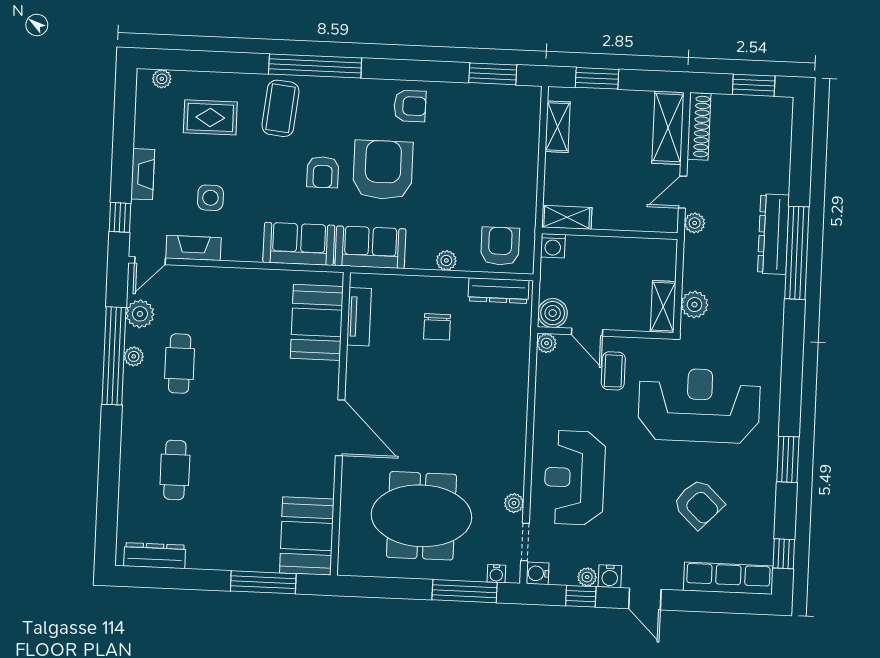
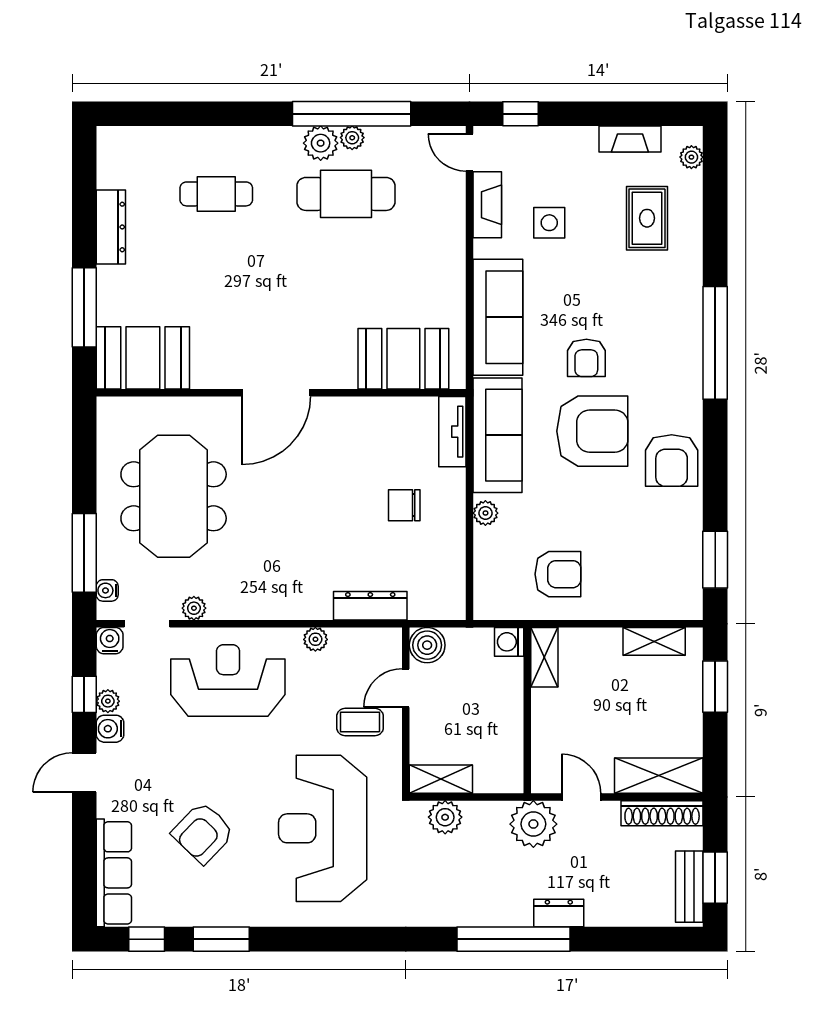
armchair: (410, 106) -> (672, 461), width x1.38, depth x1.38
bench: (760, 107) -> (689, 887), added
coffee table: (281, 108) -> (662, 303), removed
armchair: (323, 172) -> (586, 358), turned -90
fireplace: (143, 174) -> (630, 139), moved
plant: (695, 223) -> (533, 824), width x1.88, depth x1.88
dresser: (773, 234) -> (559, 913), width x0.51, depth x0.80
sofa: (299, 244) -> (498, 317), width x1.36
armchair: (500, 246) -> (558, 574), moved
sofa: (370, 247) -> (498, 435), width x1.36
dresser: (498, 291) -> (370, 606), moved, turned 90
plant: (140, 314) -> (321, 143), moved
tv unit: (359, 317) -> (452, 432), moved, turned 90
plant: (547, 343) -> (315, 639), moved
cafe table: (180, 363) -> (346, 194), width x1.37, depth x1.35
reception desk: (699, 405) -> (323, 828), turned 180
window: (788, 459) -> (221, 939), moved
dresser: (155, 556) -> (111, 227), moved

